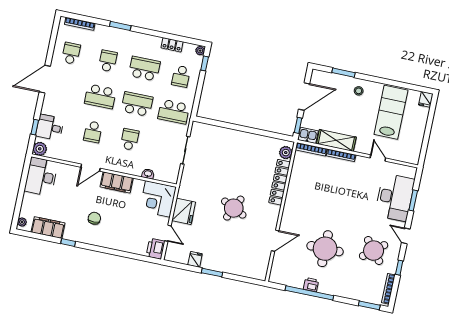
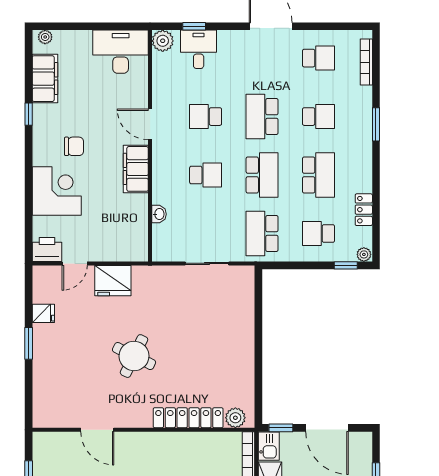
corner desk: (158, 199) -> (57, 191), moved, turned 90

